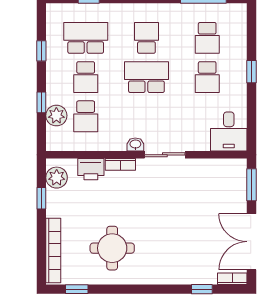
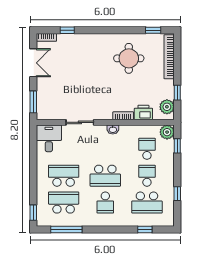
school desk: (207, 38) -> (64, 203), width x1.85
window: (252, 72) -> (33, 213), moved
school desk: (207, 77) -> (64, 176), width x1.85
window: (41, 102) -> (177, 146), moved
plant: (56, 116) -> (167, 132), moved
sliding door: (165, 155) -> (80, 122), moved
double door: (252, 242) -> (33, 63), width x0.73

